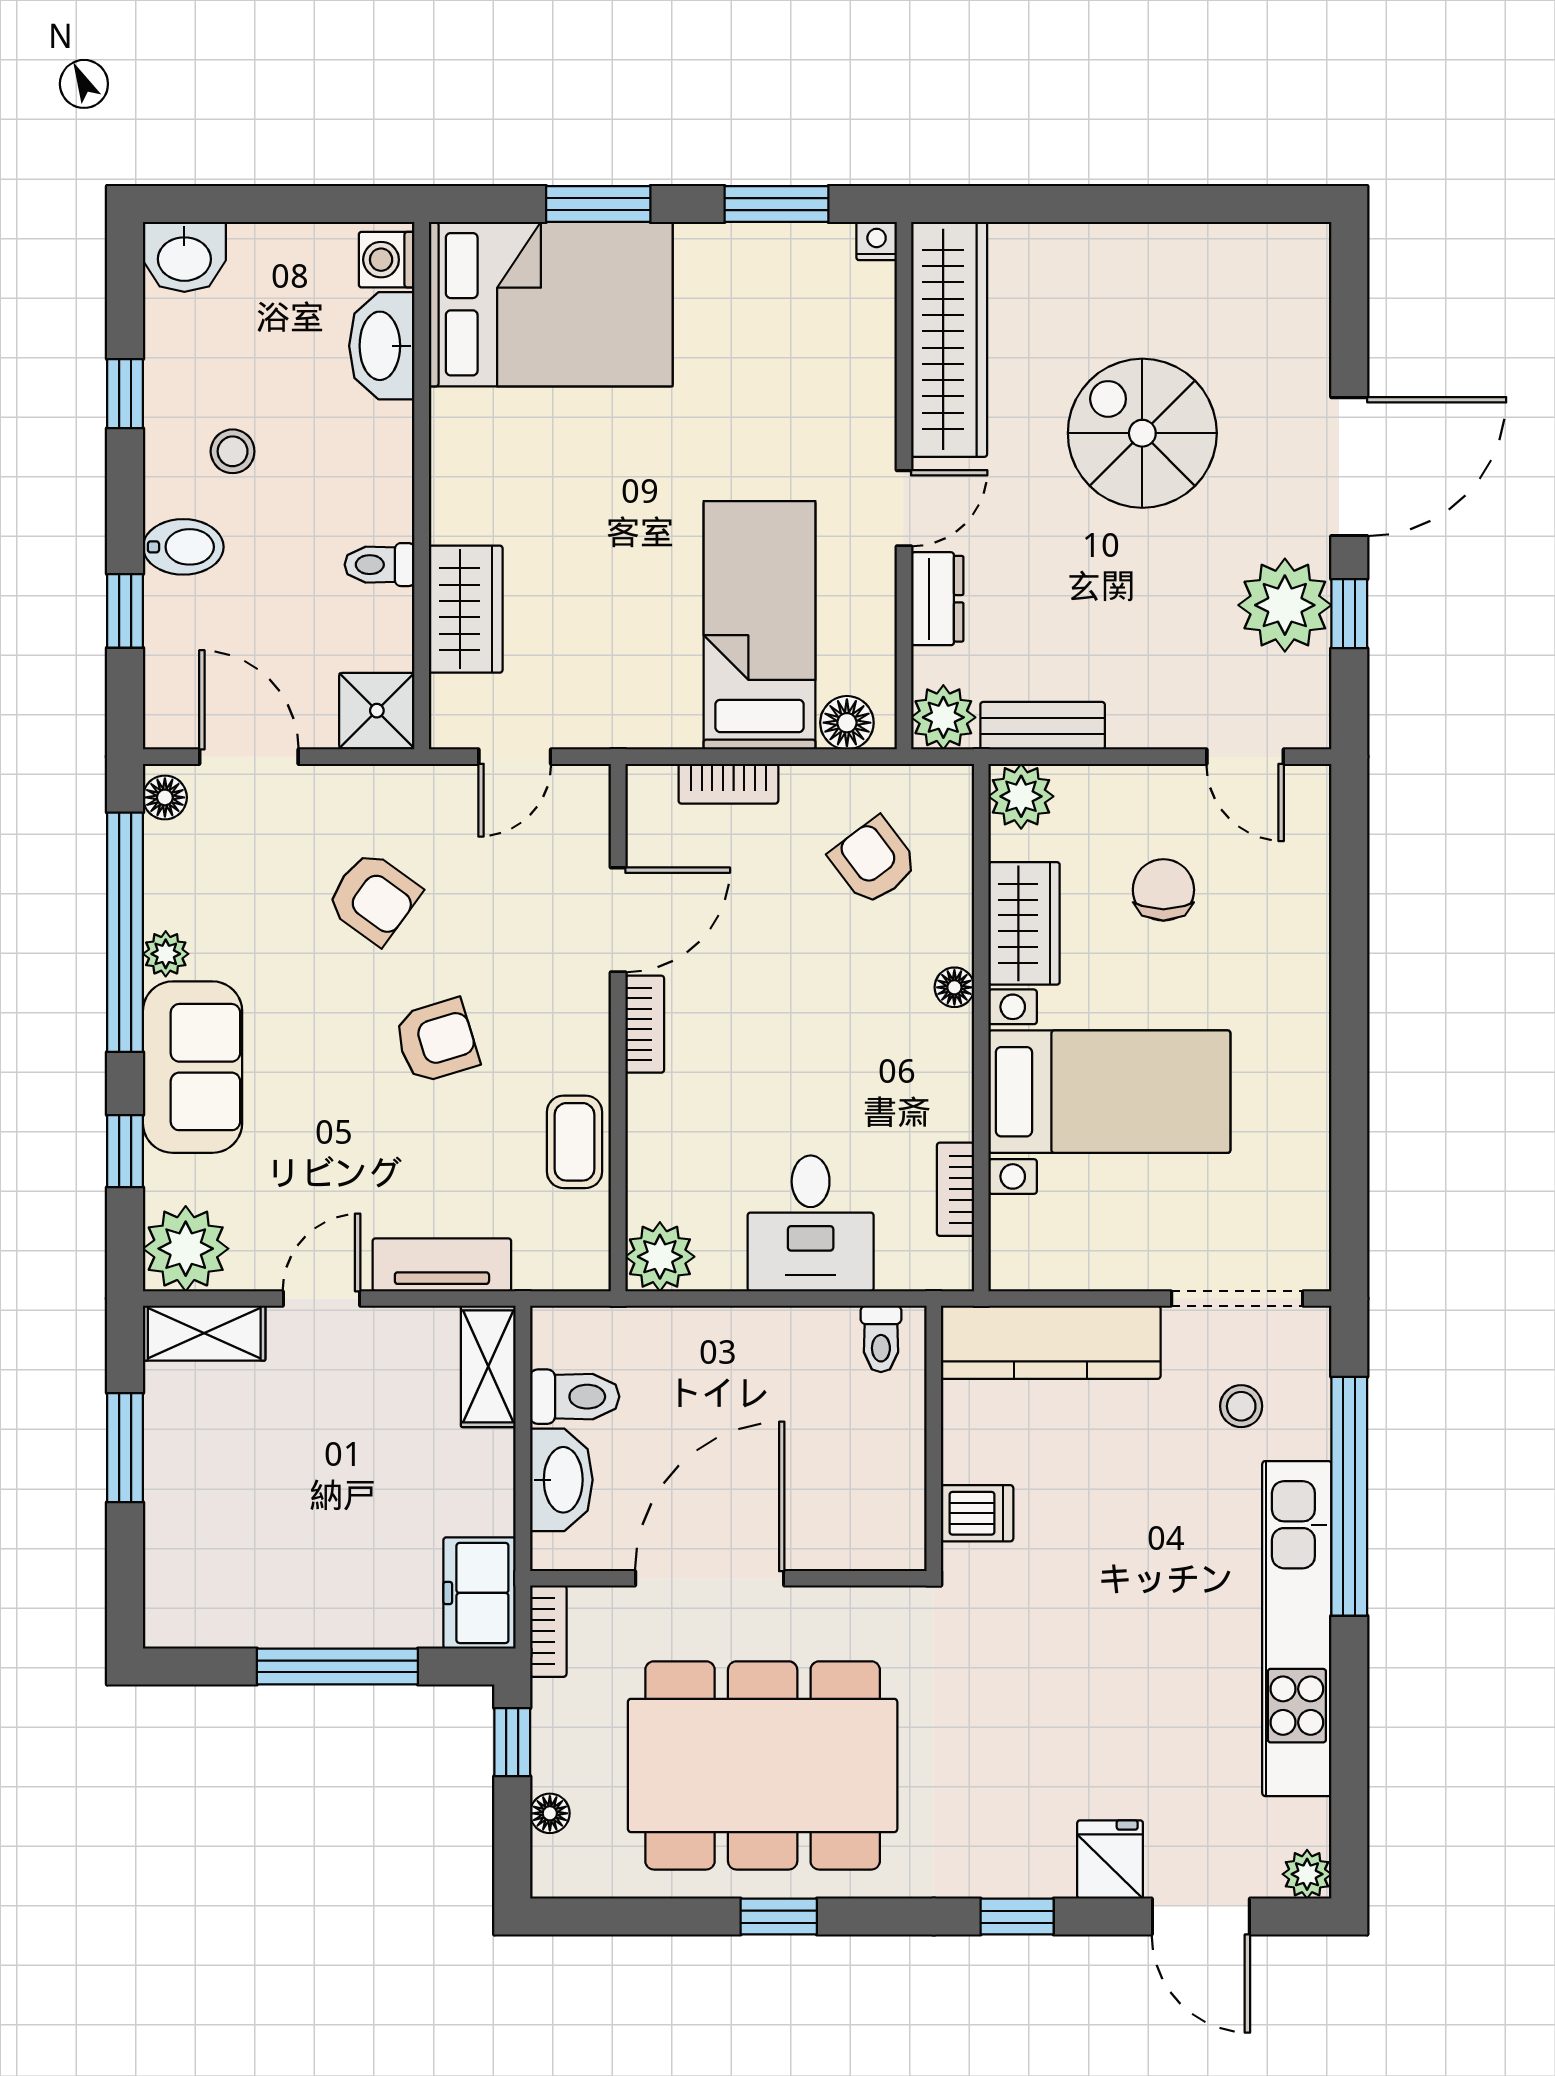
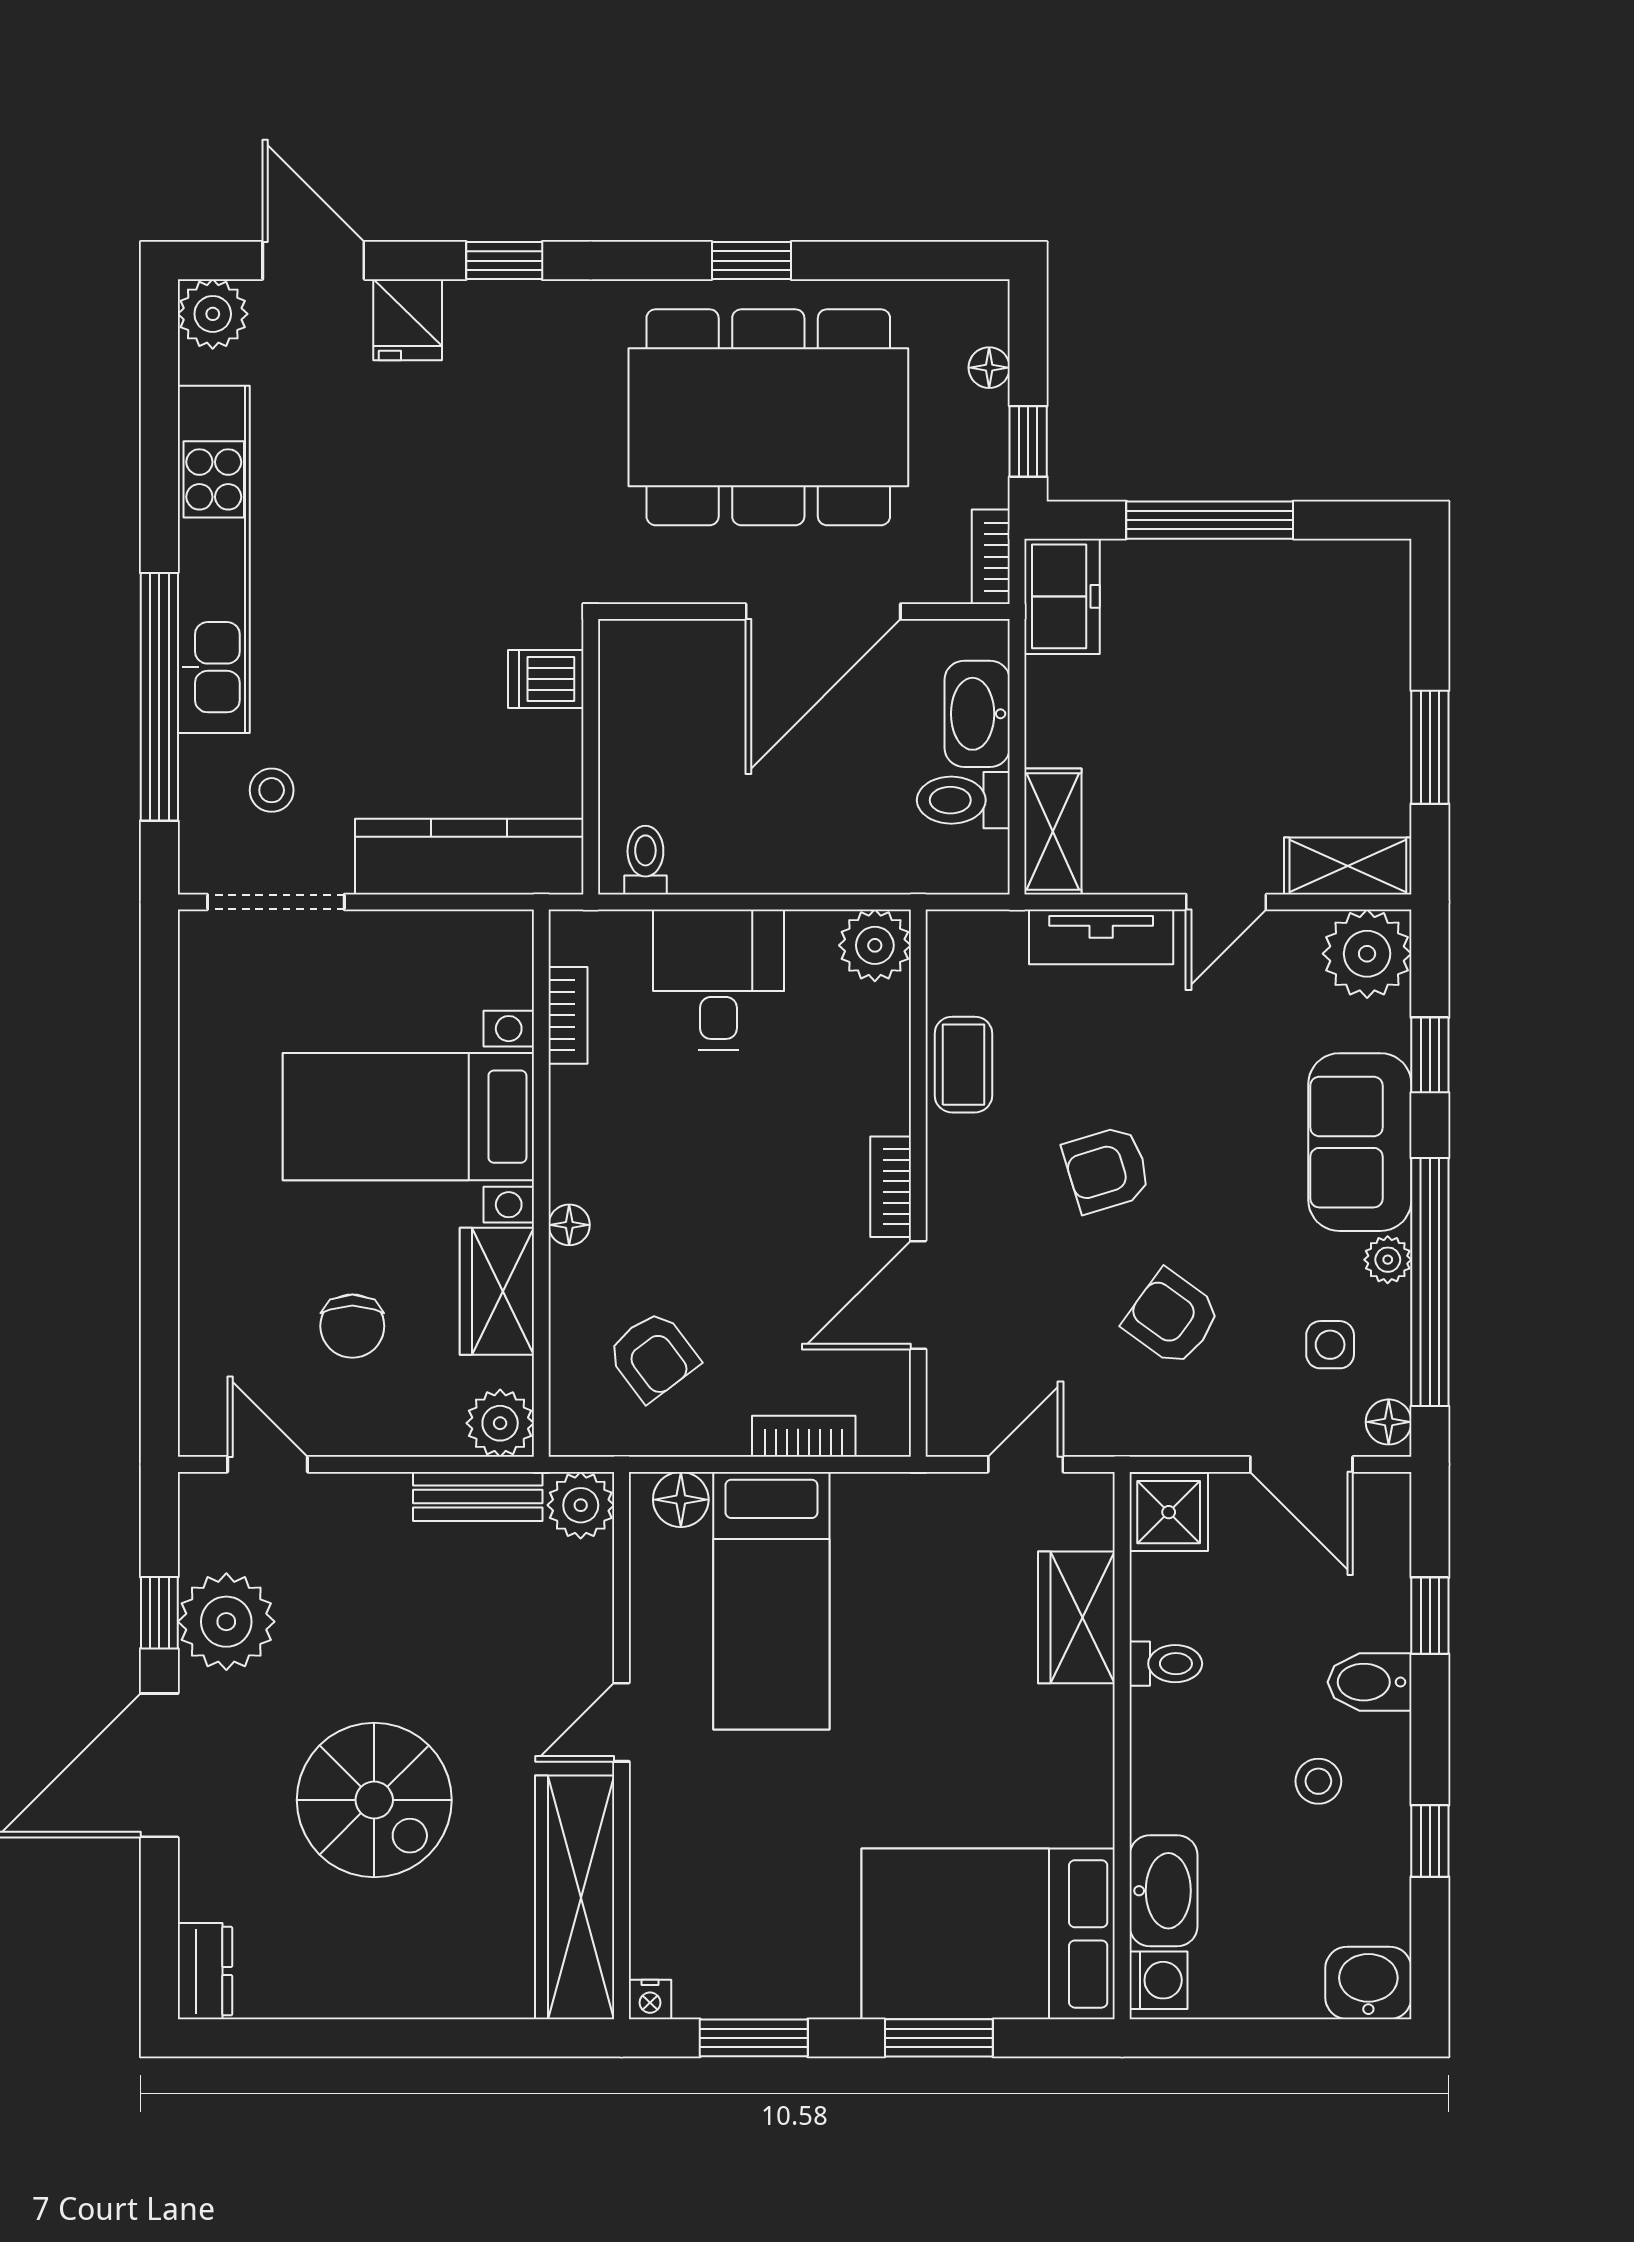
dresser: (937, 599) -> (205, 1971), moved, turned 180
side table: (221, 872) -> (1330, 1345), added
plant: (1307, 1874) -> (213, 314), width x1.38, depth x1.38

